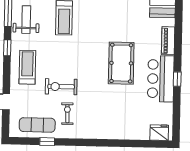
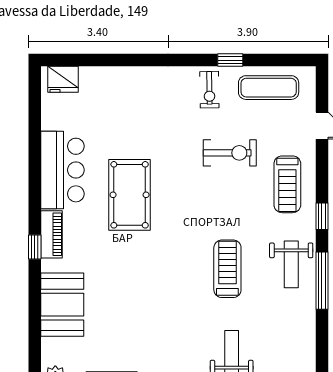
window: (177, 79) -> (35, 247), moved
exercise bike: (67, 114) -> (209, 90), moved
window: (47, 142) -> (230, 60), moved

